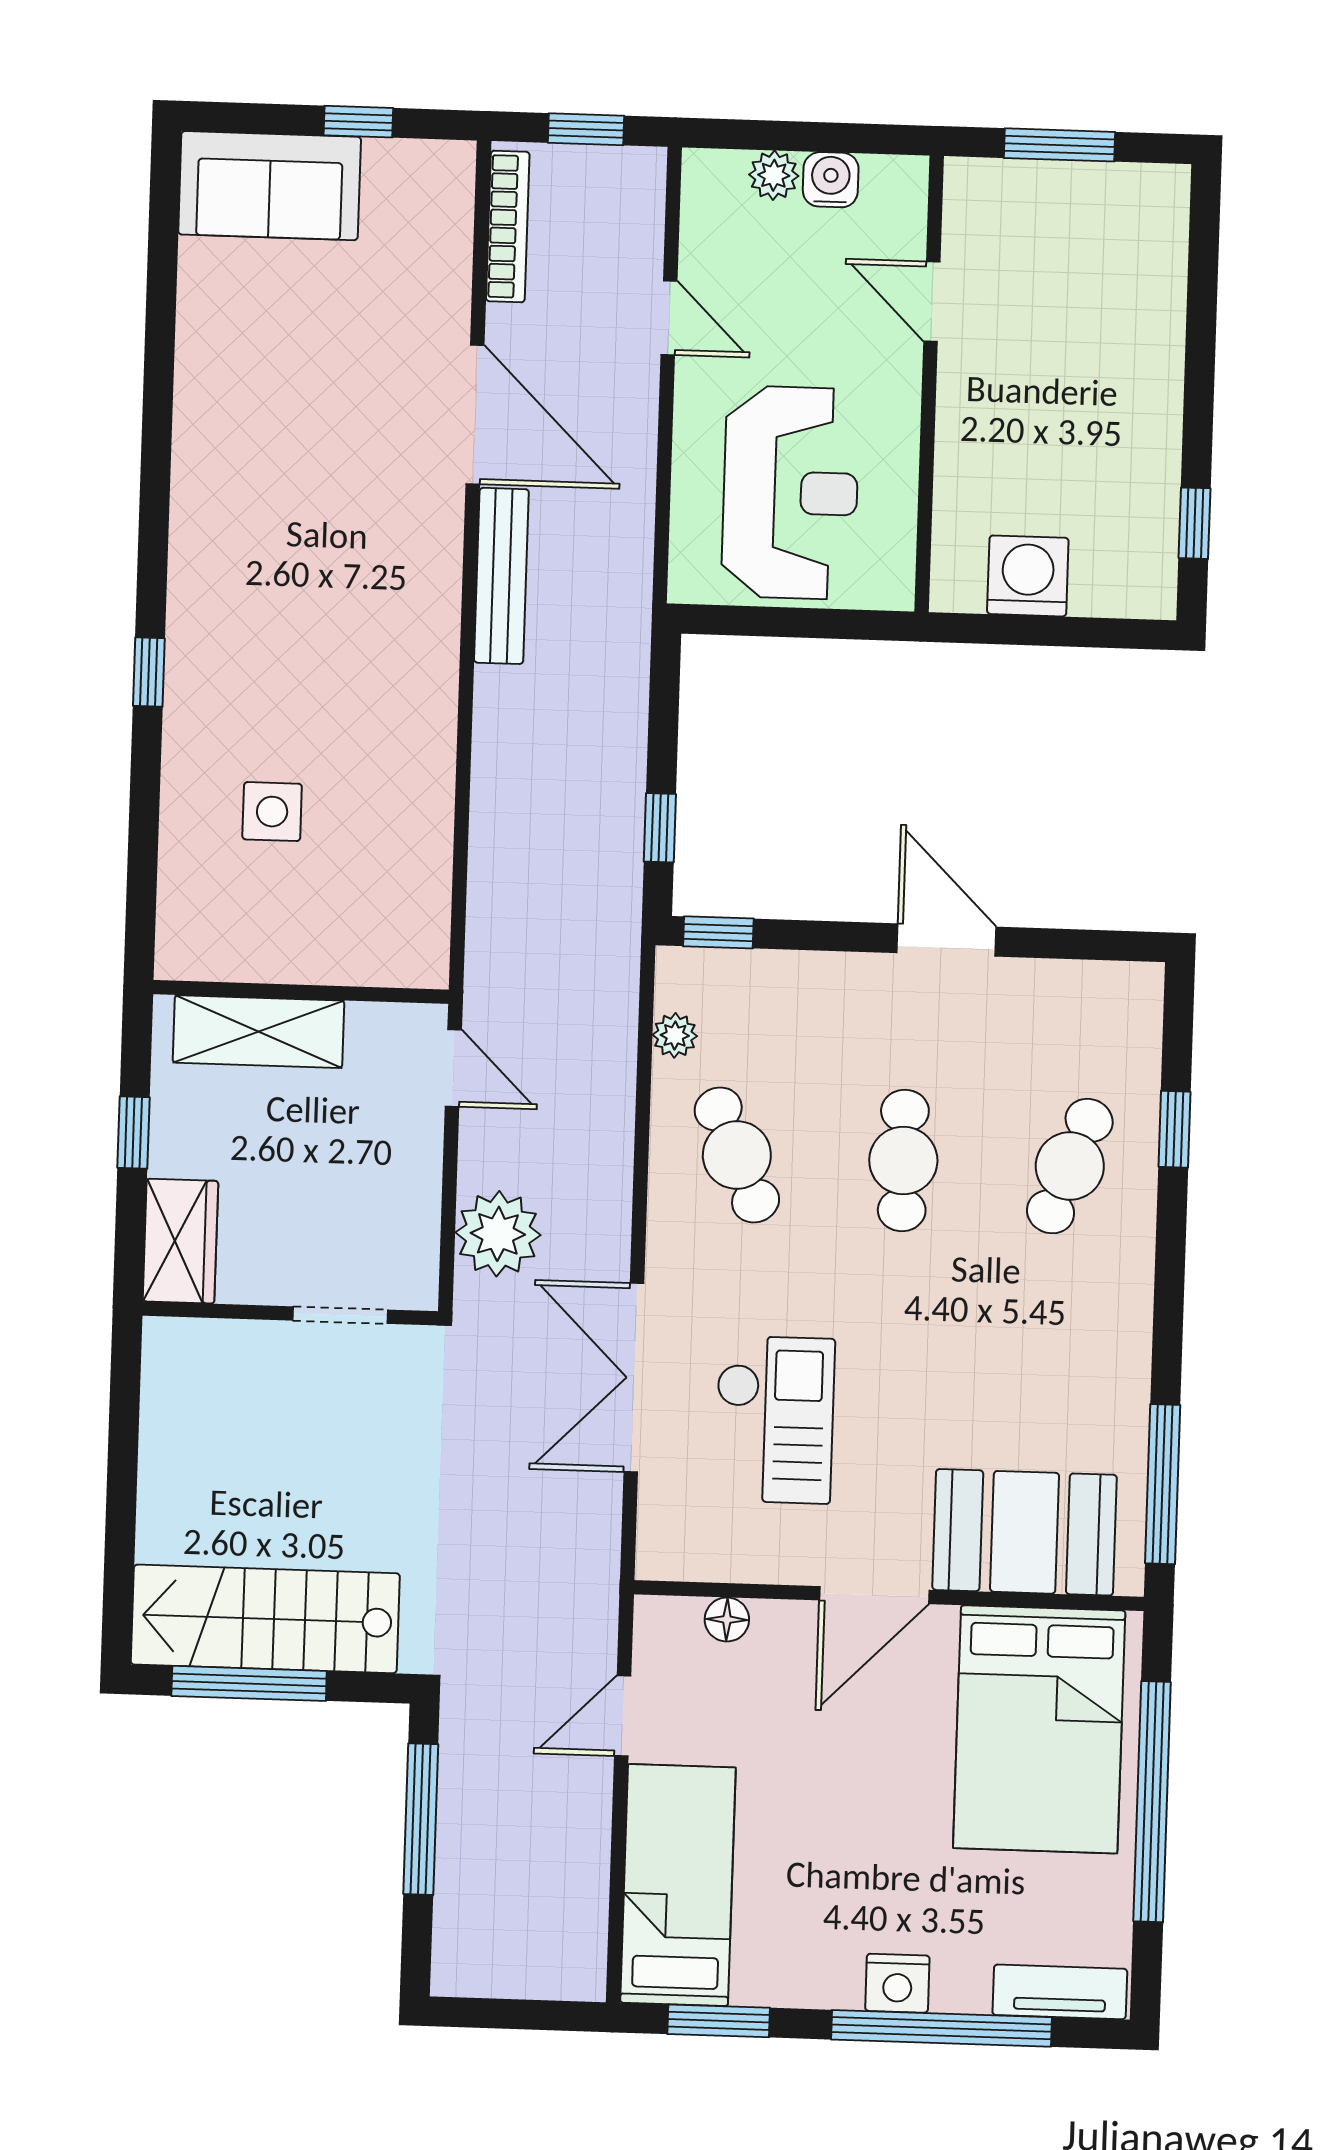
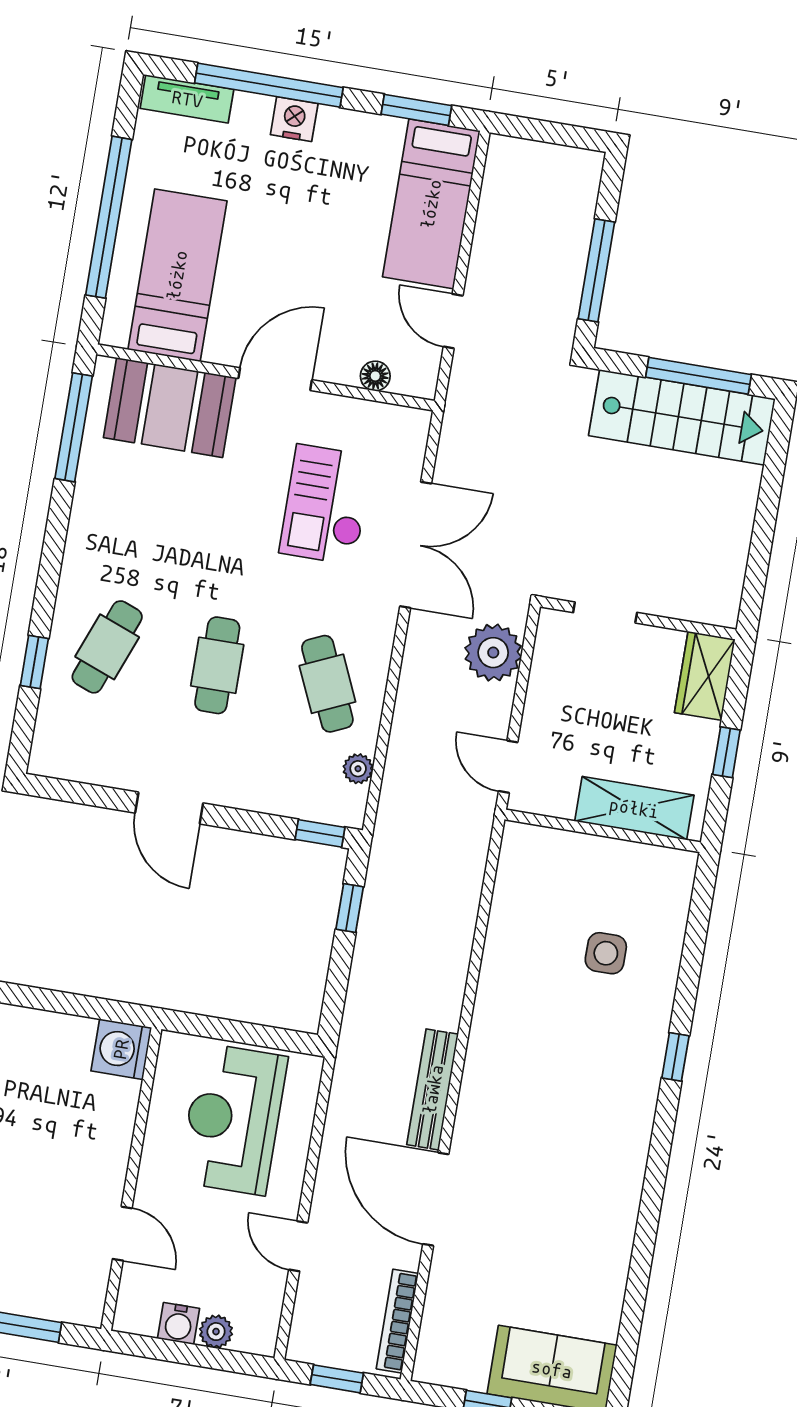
washing machine: (1028, 576) -> (121, 1049), moved, turned 90
door: (623, 1716) -> (453, 321), swing flipped
bed: (1039, 1729) -> (177, 275), width x0.67

